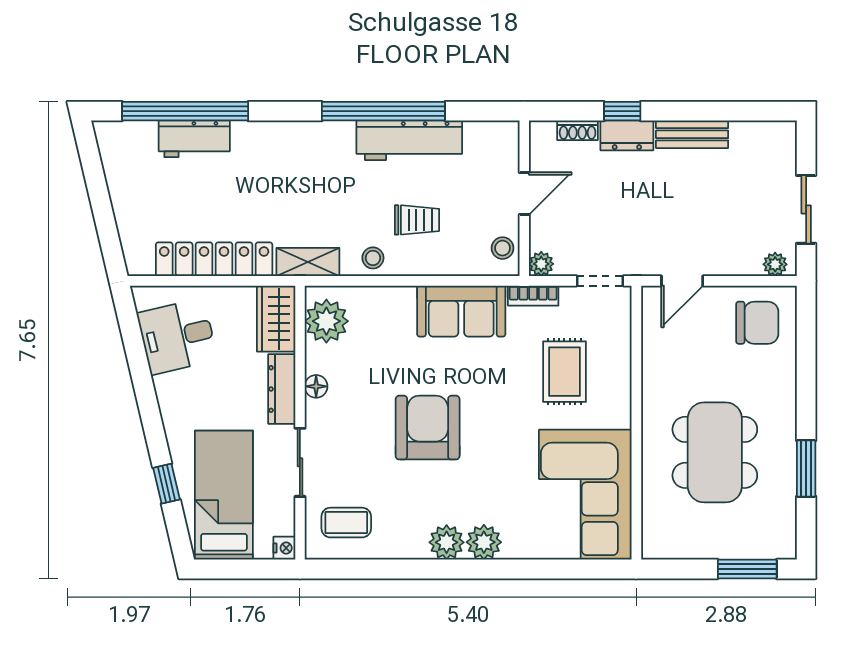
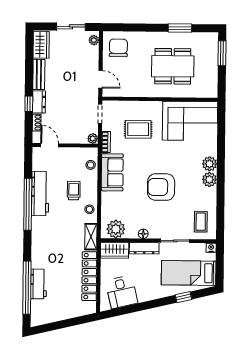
wardrobe: (763, 139) -> (41, 45), added
door: (524, 194) -> (50, 145), moved
stool: (503, 248) -> (91, 165), moved

